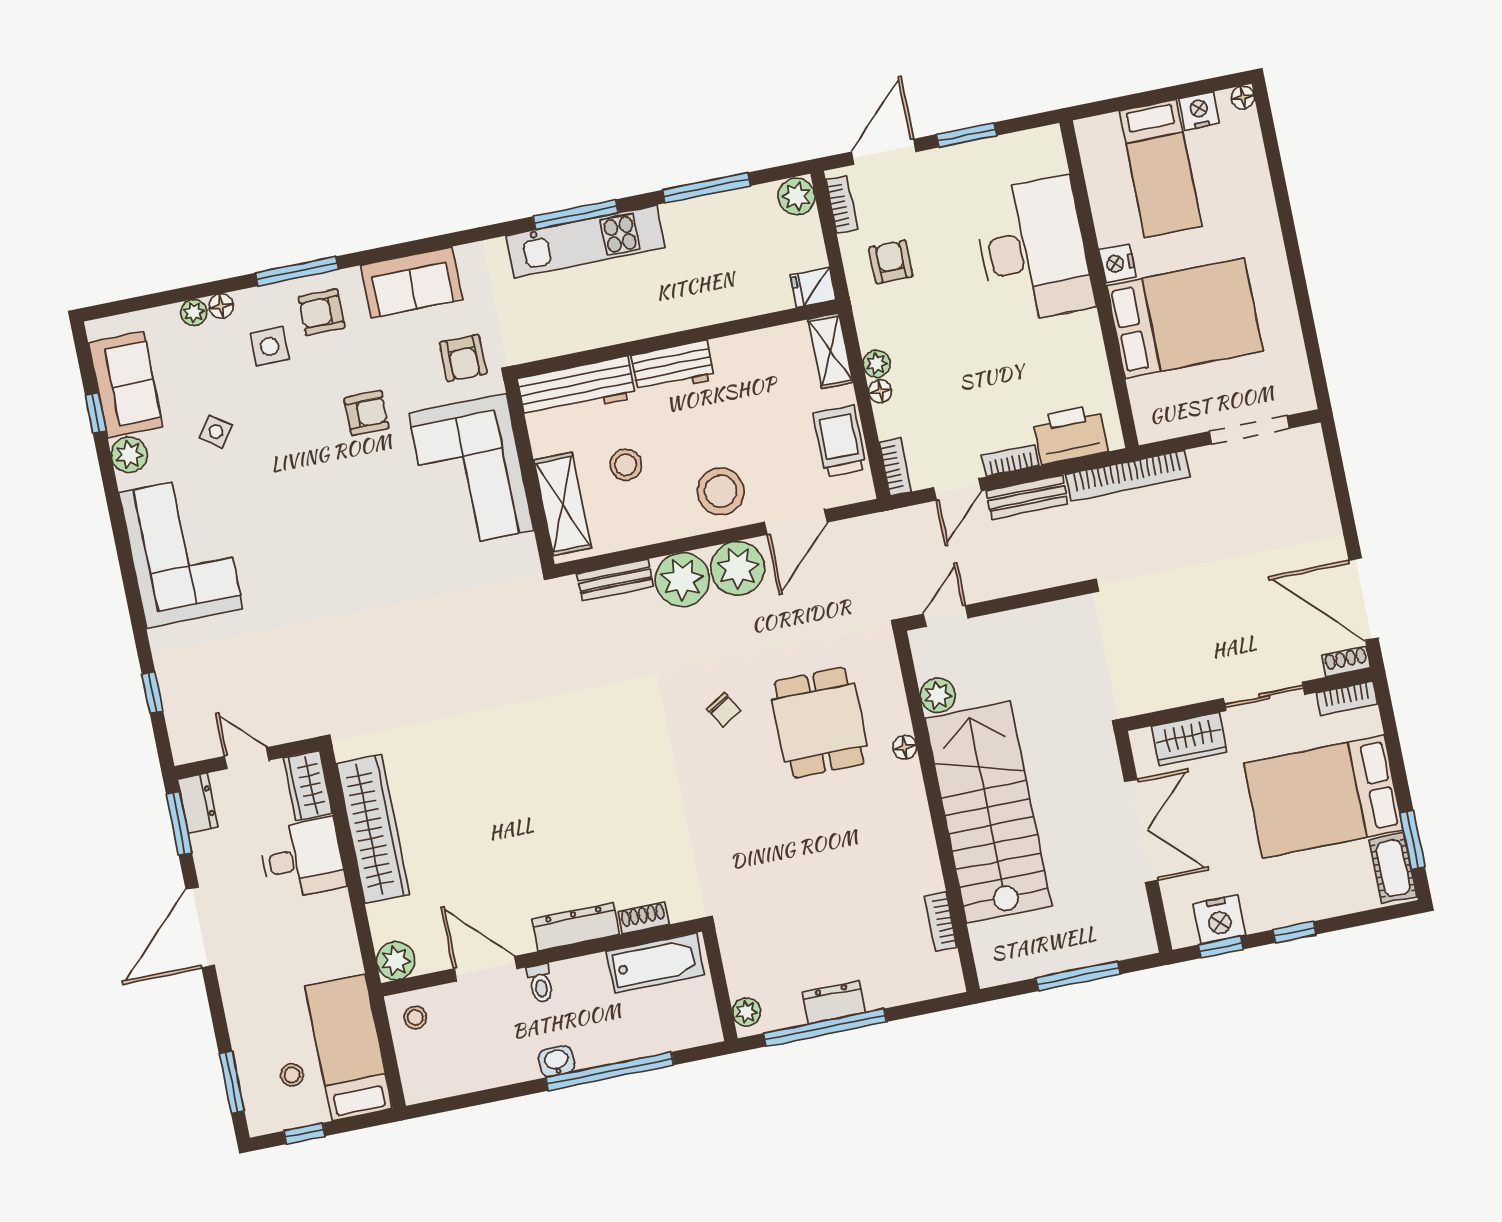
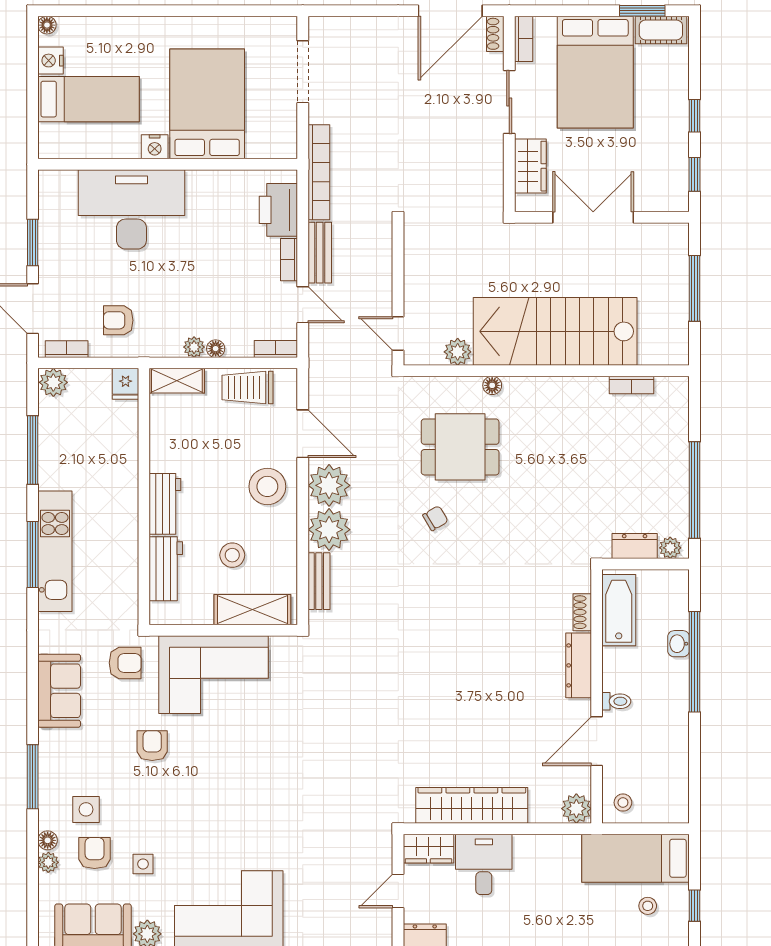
armchair: (321, 312) -> (95, 853), moved, turned 180
workbench: (577, 388) -> (166, 569), width x0.73
side table: (216, 432) -> (143, 864), turned -35
nightstand: (1219, 919) -> (673, 171), removed
dresser: (834, 1002) -> (635, 546), moved, turned 90
washbasin: (557, 1061) -> (679, 644), moved

